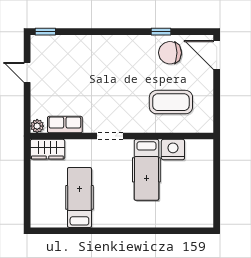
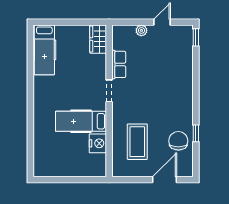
door: (217, 55) -> (164, 180), moved
row of seats: (65, 125) -> (119, 64), moved
plant: (37, 126) -> (141, 30), moved
hospital bed: (79, 197) -> (44, 50), moved, turned 90

